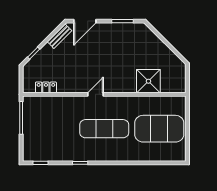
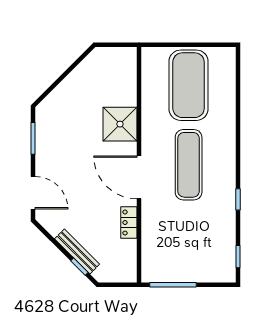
bench: (60, 36) -> (77, 251), moved, width x1.36
shower: (148, 81) -> (120, 124), moved
locker: (46, 87) -> (129, 223), moved
door: (95, 94) -> (139, 177), width x1.88

